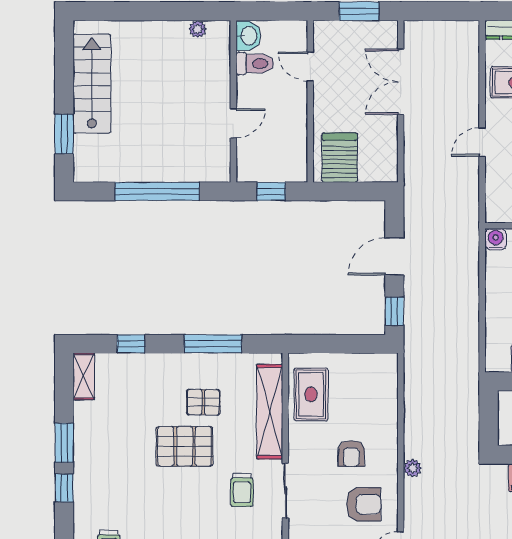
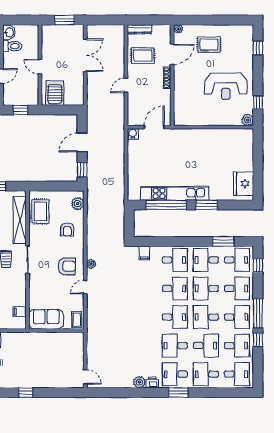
door: (310, 67) -> (40, 67), moved
double door: (401, 82) -> (85, 55), swing flipped
plant: (386, 379) -> (78, 204), added
armchair: (351, 454) -> (67, 229), moved
plant: (413, 468) -> (91, 264), moved

